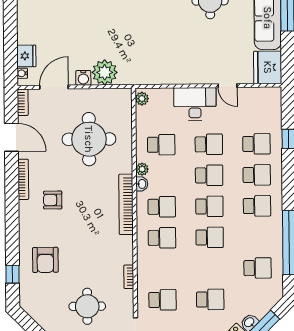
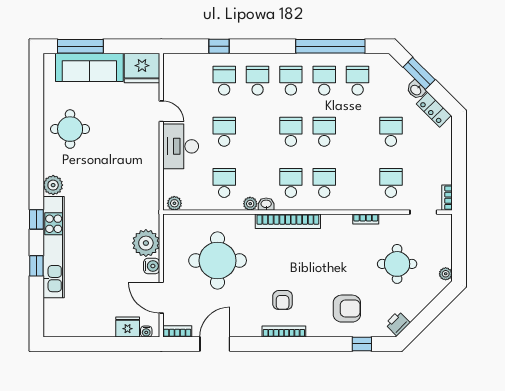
door: (227, 86) -> (161, 111), hinge flipped
school desk: (209, 175) -> (324, 81), moved
bookcase: (23, 179) -> (284, 332), moved
printer: (32, 307) -> (398, 323), added

